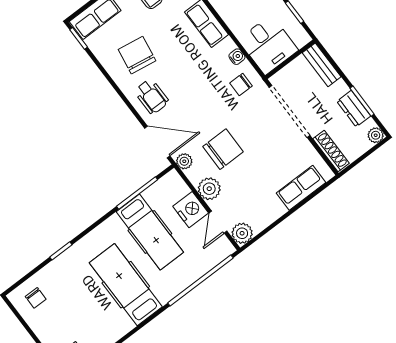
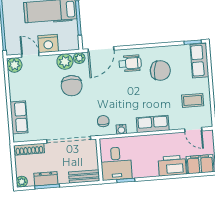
desk: (268, 45) -> (116, 164), moved, turned -90
wheelchair: (152, 97) -> (130, 63), turned 180
plant: (209, 189) -> (65, 62), moved

